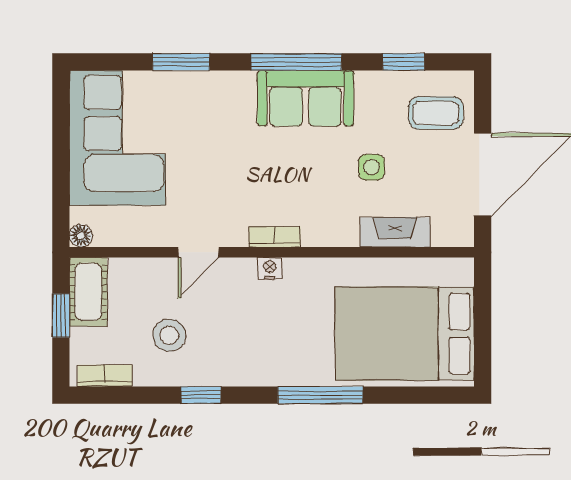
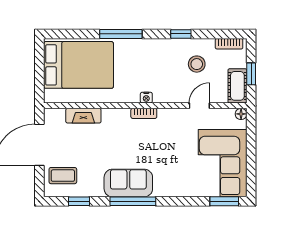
window: (181, 62) -> (224, 201), moved
side table: (371, 167) -> (95, 148), removed
door: (198, 252) -> (199, 106), moved

